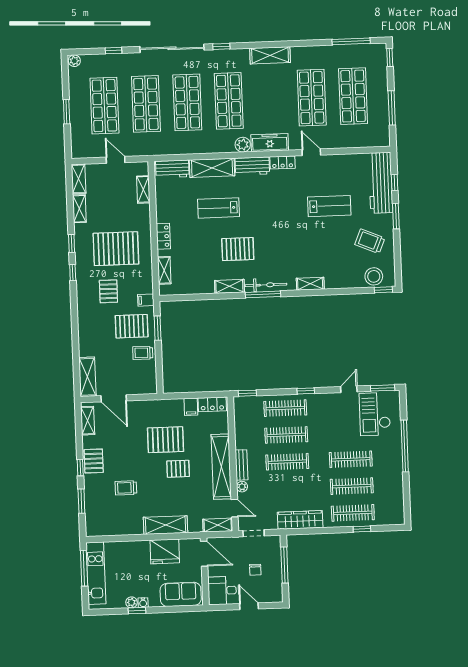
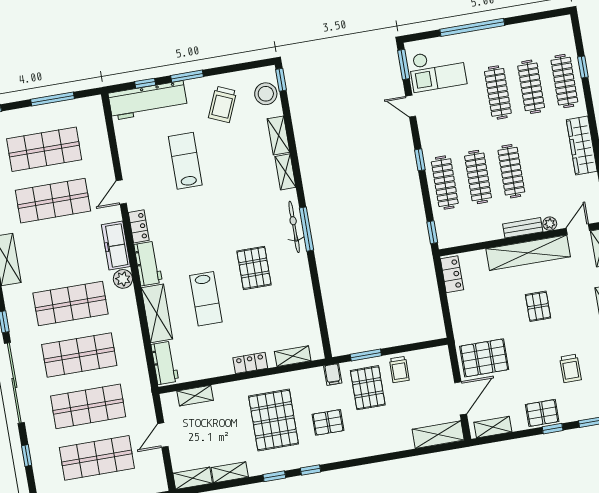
shelving: (229, 286) -> (278, 136), moved
filing cabinet: (191, 407) -> (459, 301), removed
pallet: (165, 440) -> (484, 358), moved, turned 90

